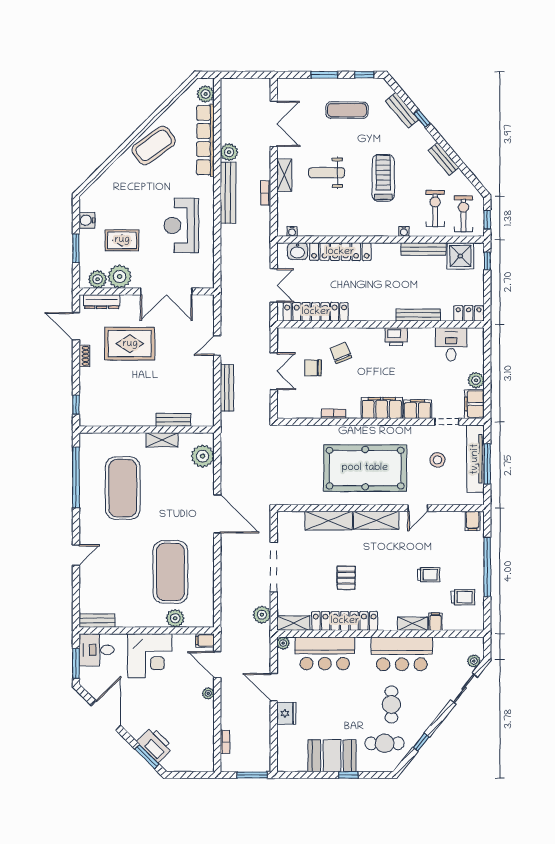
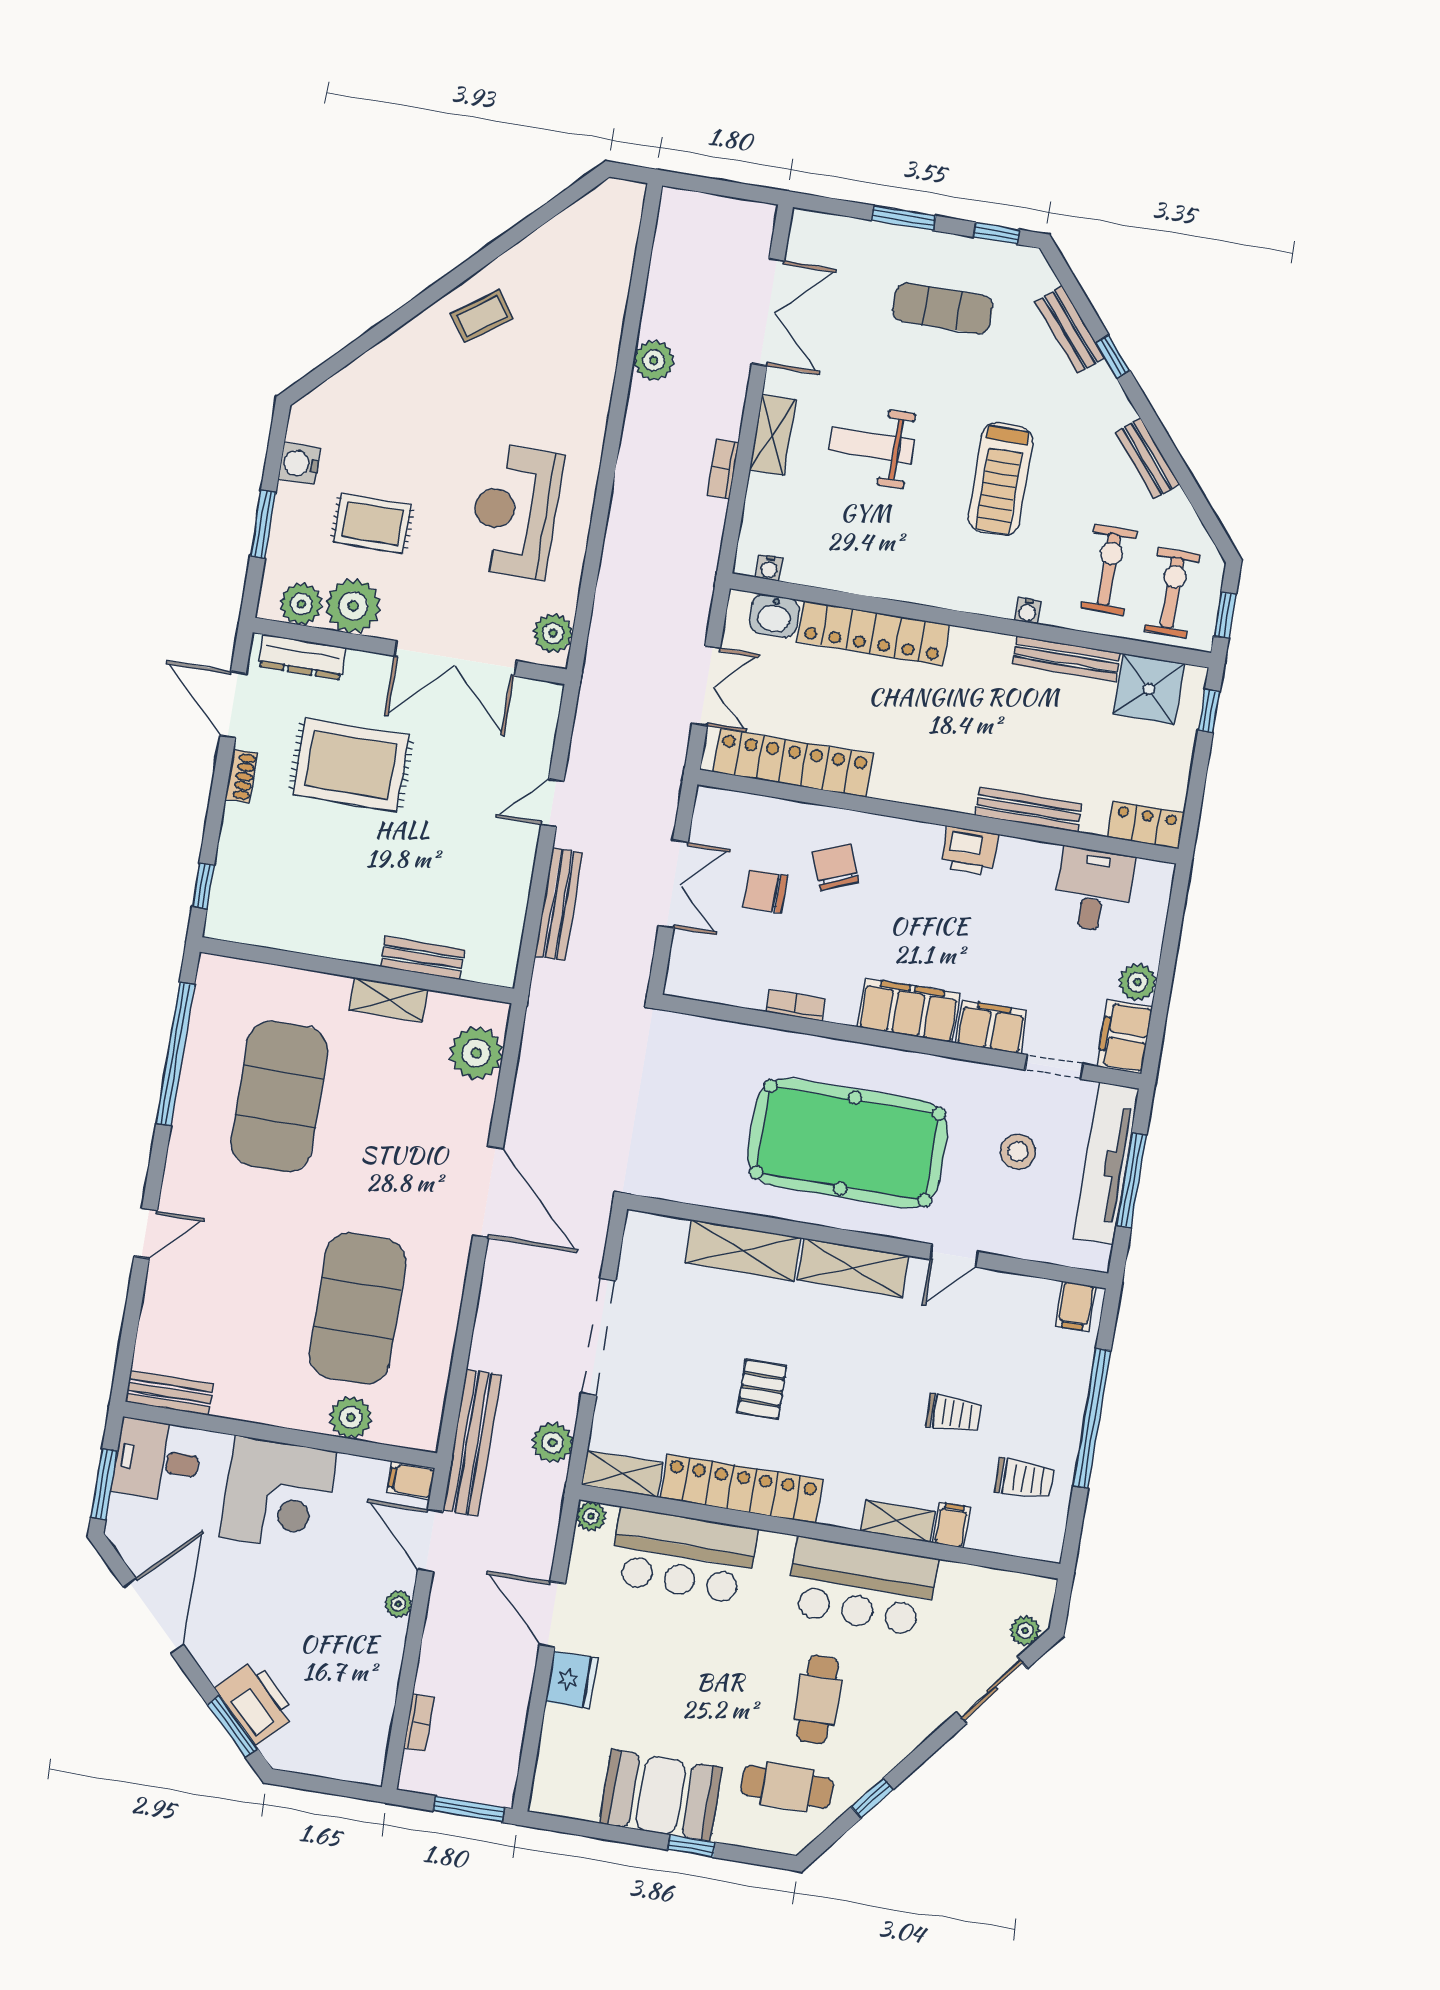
plant: (206, 94) -> (553, 633), moved
row of seats: (205, 140) -> (604, 323), removed
coffee table: (154, 145) -> (482, 316), width x0.54, depth x0.58
treadmill: (383, 178) -> (1001, 479), turned 180
bench: (228, 193) -> (472, 1443), moved

